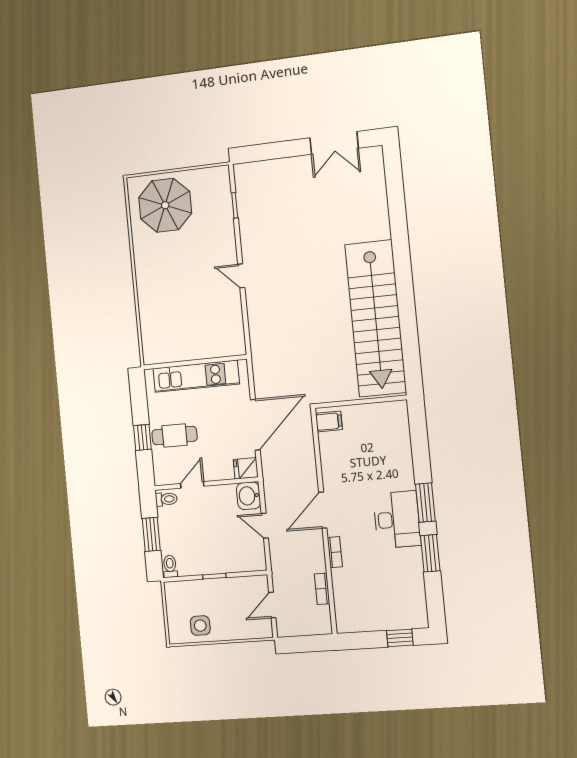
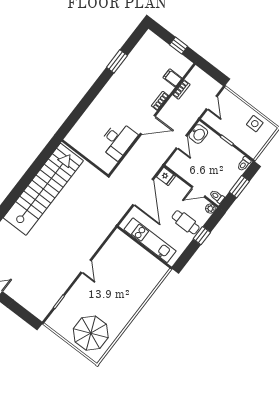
filing cabinet: (329, 421) -> (173, 78), moved
door: (255, 425) -> (143, 192), swing flipped
plant: (161, 478) -> (210, 209), added
washbasin: (249, 496) -> (198, 134), moved
window: (425, 503) -> (98, 86), removed
desk: (397, 520) -> (118, 140), moved, turned 180
door: (272, 605) -> (212, 103), hinge flipped
window: (400, 638) -> (179, 45), moved

